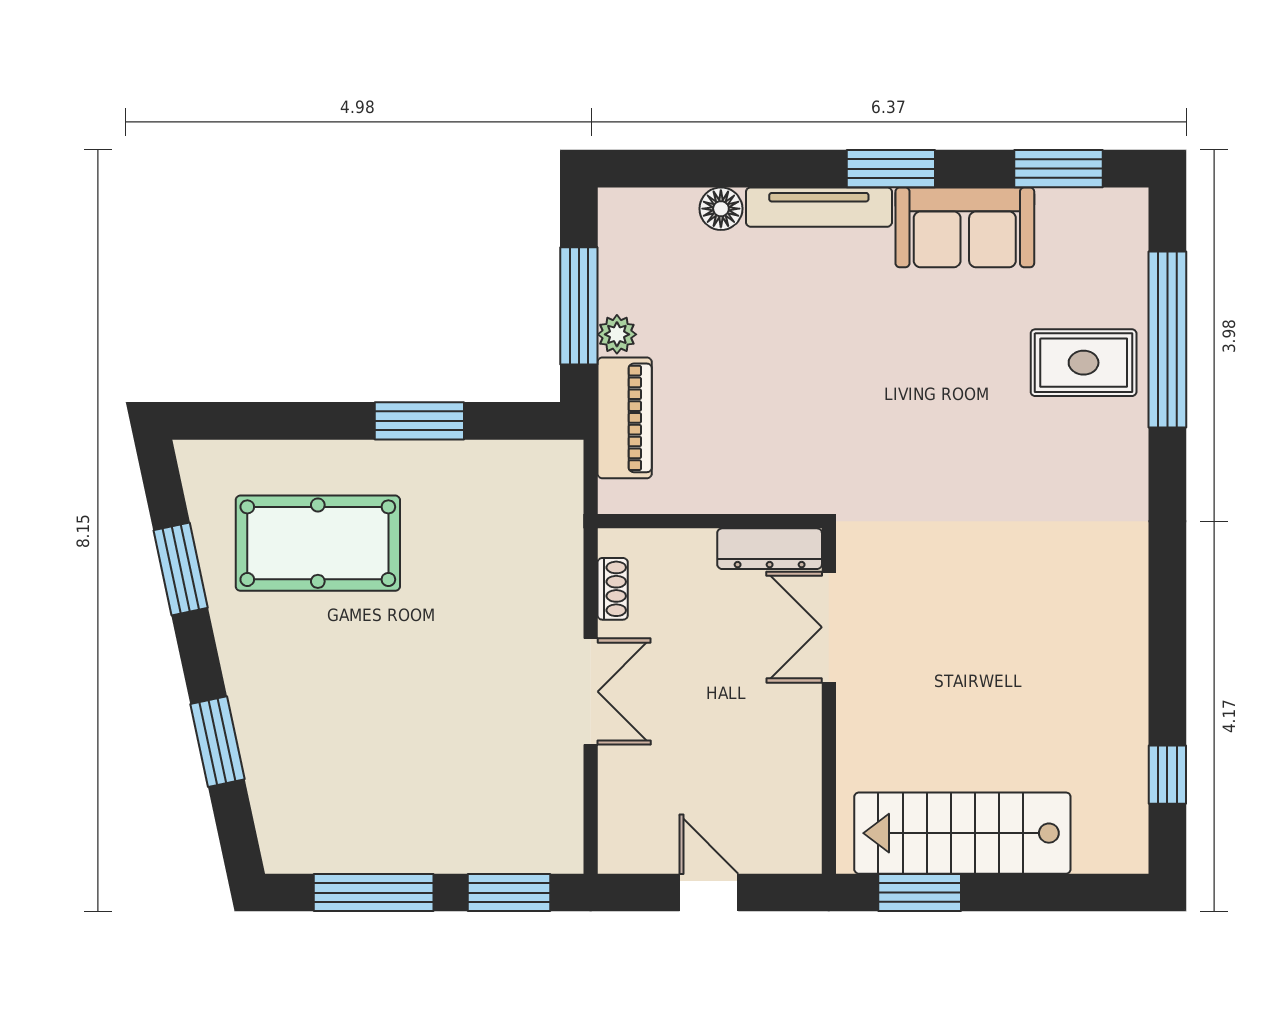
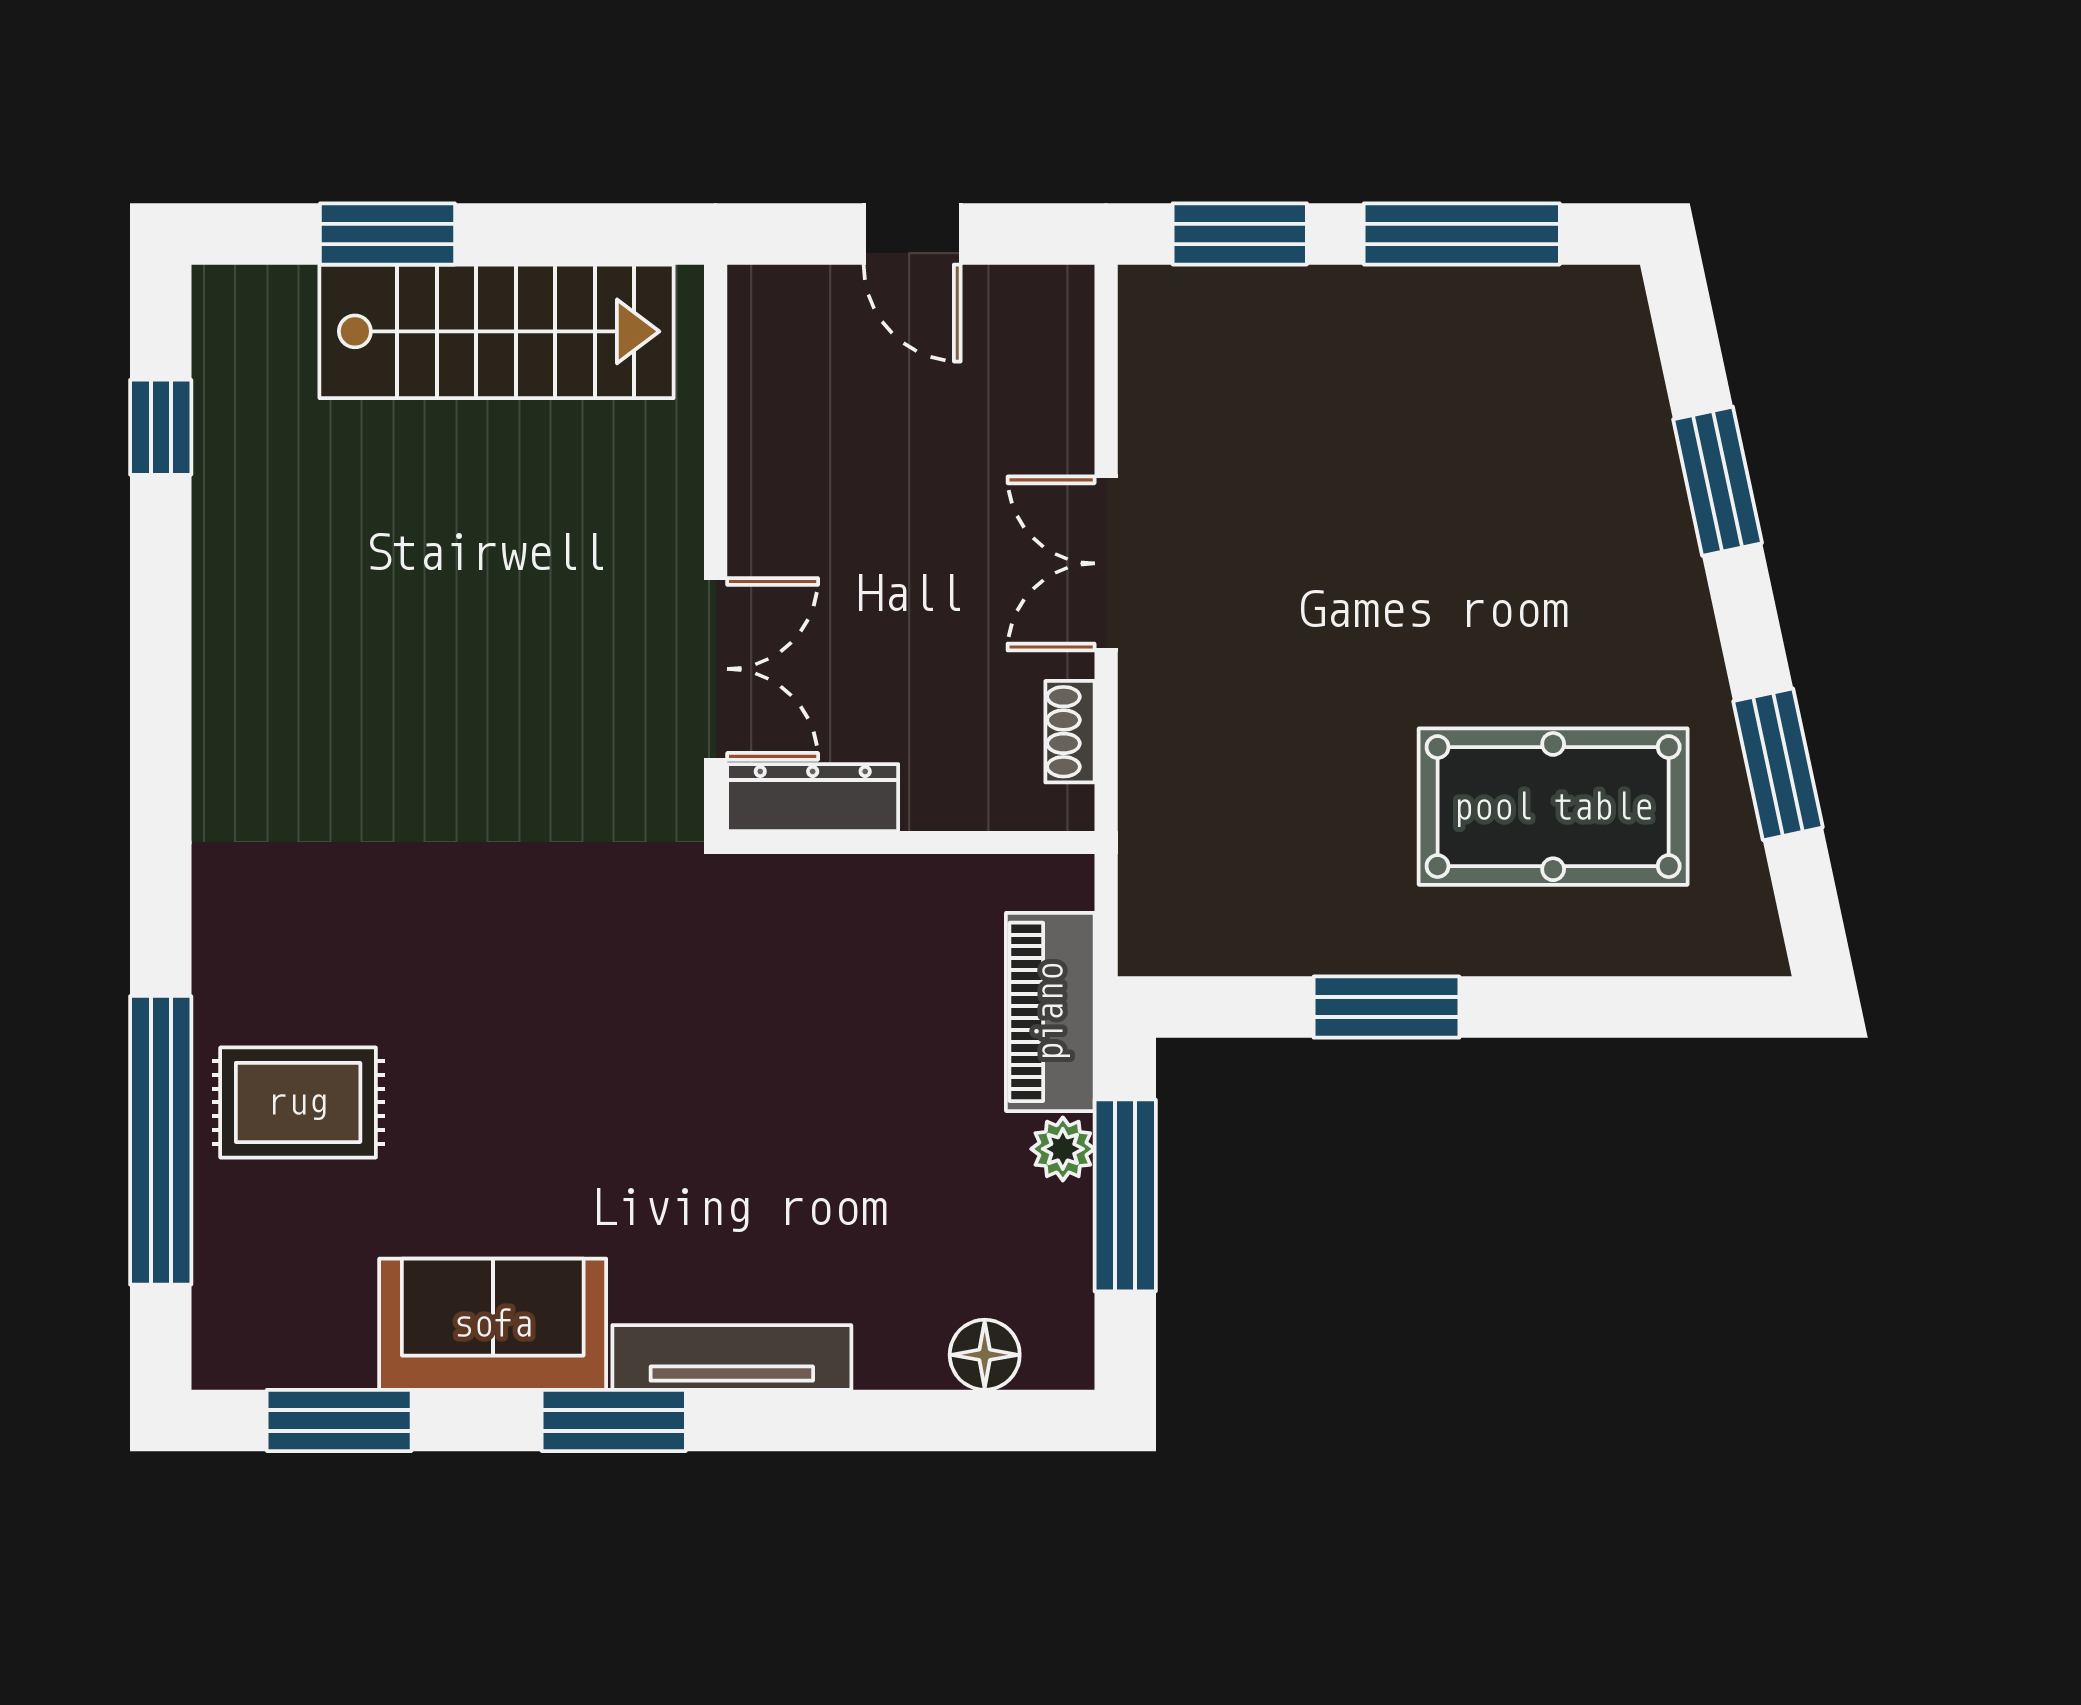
floor lamp: (721, 209) -> (985, 1355), moved
window: (920, 893) -> (388, 234), moved

